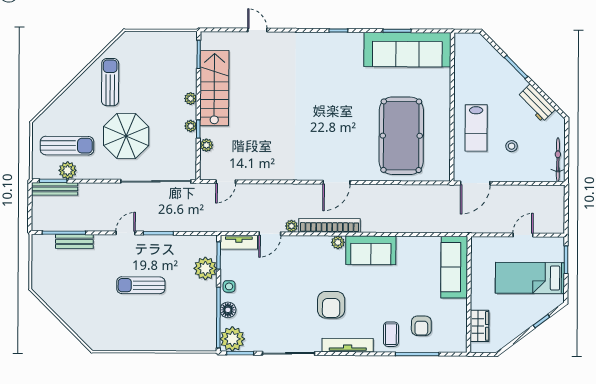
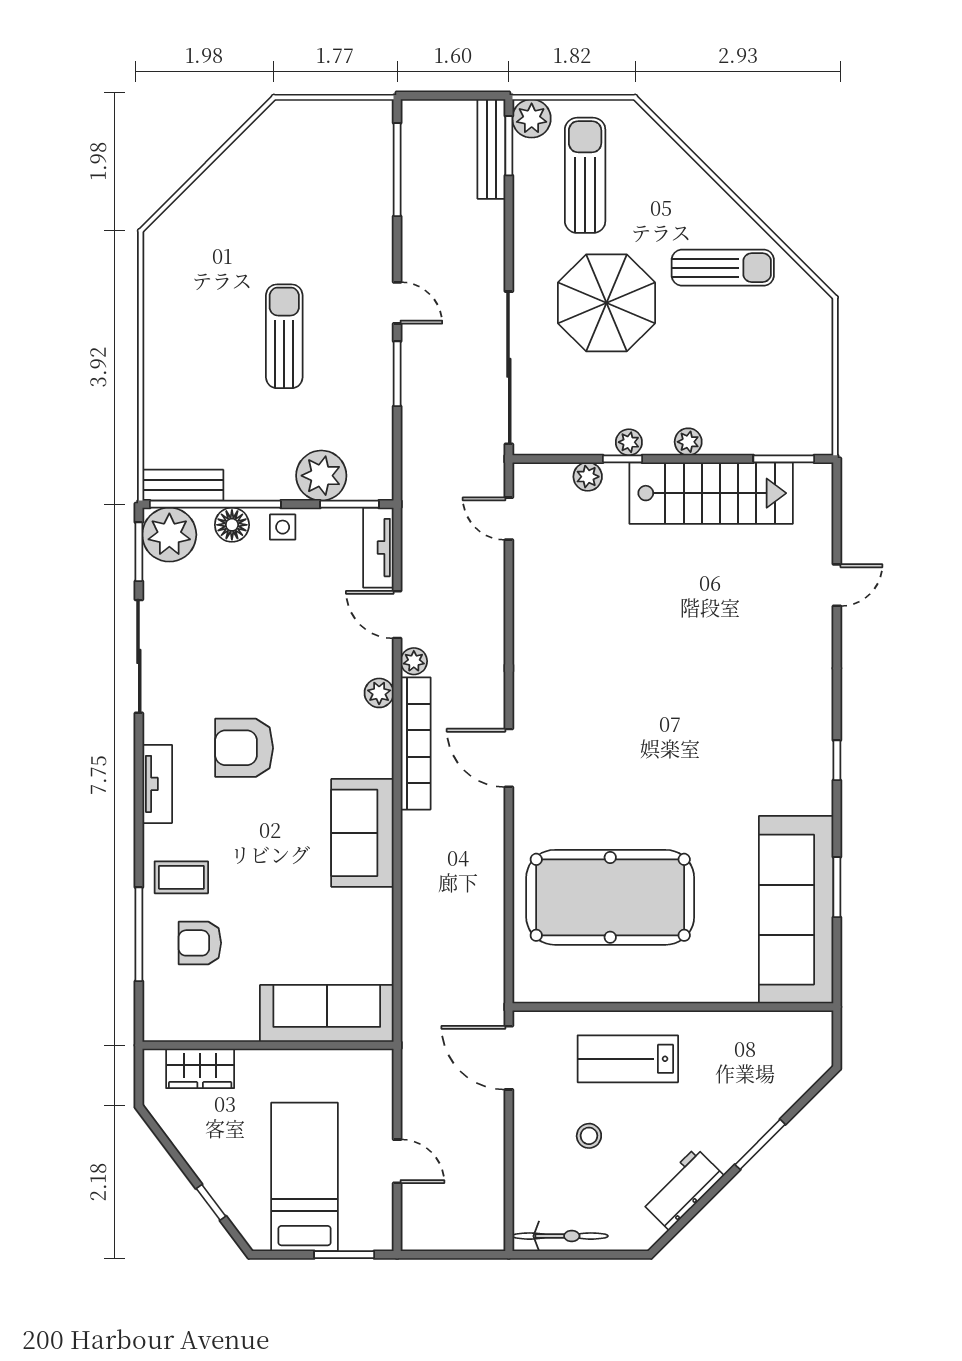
sun lounger: (67, 146) -> (585, 175), turned 180
plant: (68, 170) -> (532, 118), moved
bench: (74, 241) -> (183, 485), moved, turned 90
plant: (338, 242) -> (379, 693), moved
tv unit: (348, 345) -> (157, 784), width x0.71

